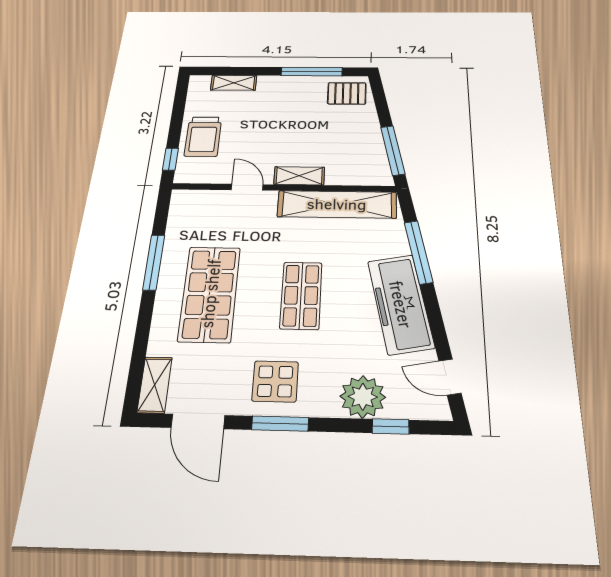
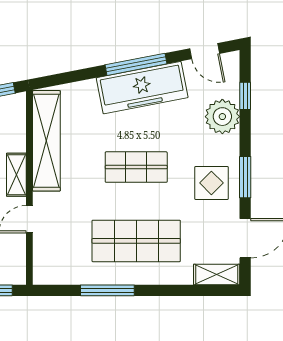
window: (418, 252) -> (136, 64), moved
door: (450, 377) -> (205, 51), hinge flipped

